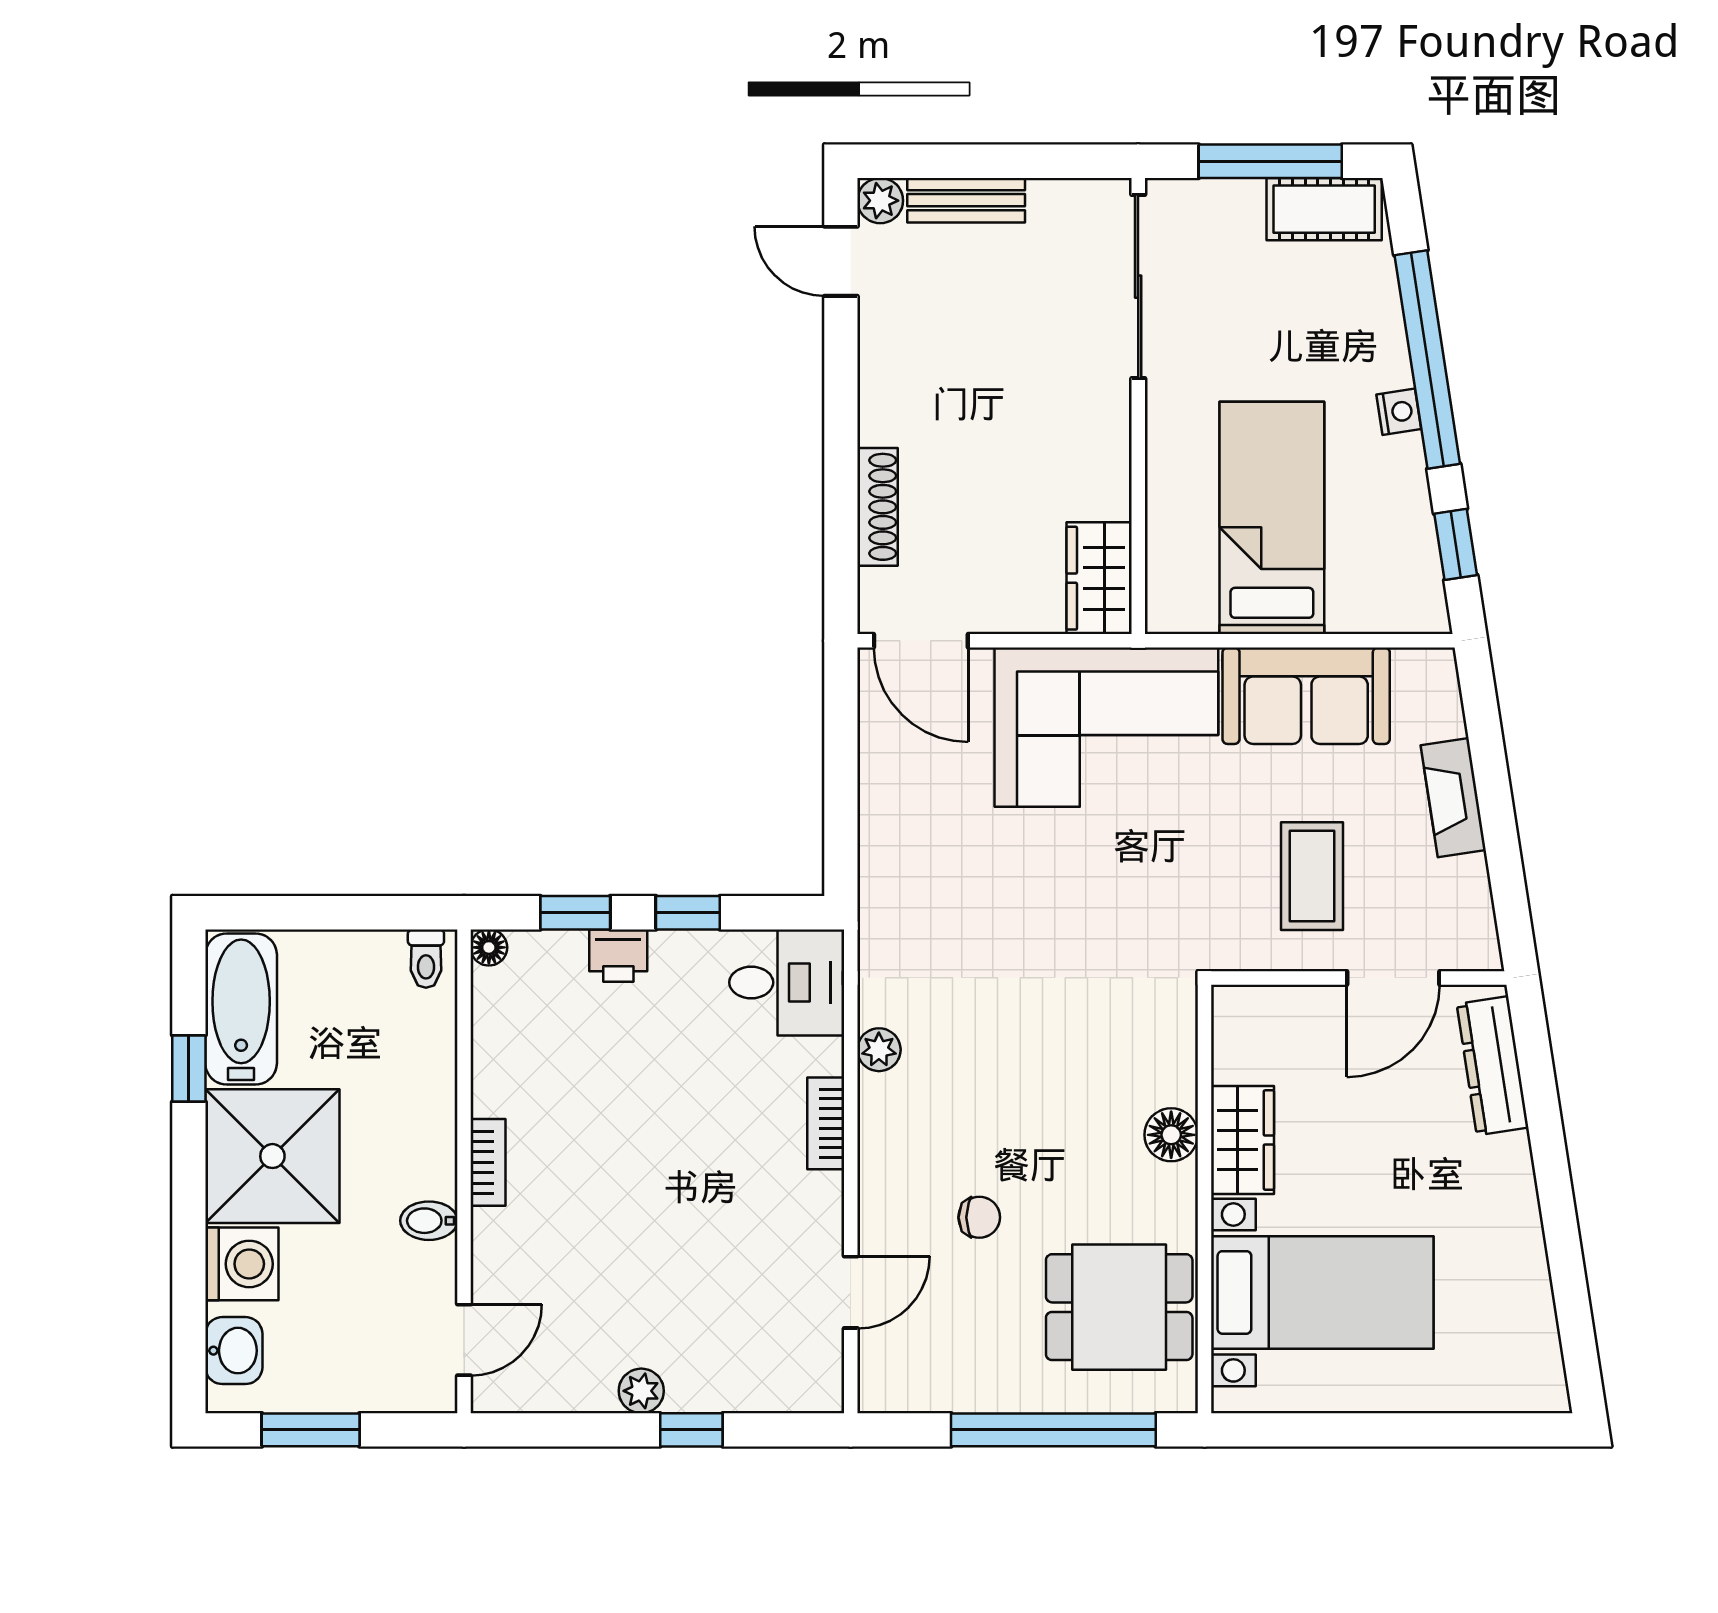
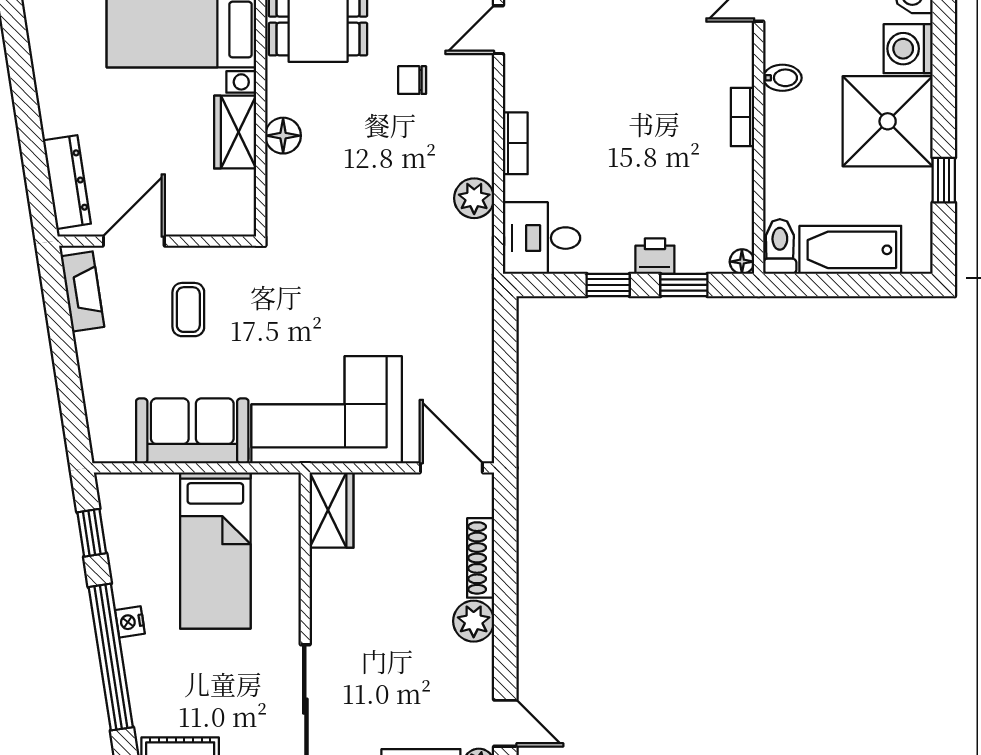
plant: (888, 413) -> (474, 621), added
fireplace: (1453, 798) -> (82, 292), moved
coffee table: (1312, 876) -> (188, 310), width x0.73, depth x0.77
toilet: (426, 959) -> (780, 246), width x1.37, depth x1.39
bathtub: (241, 1009) -> (850, 250), moved, turned 90
plant: (879, 1050) -> (474, 198), width x1.38, depth x1.38

